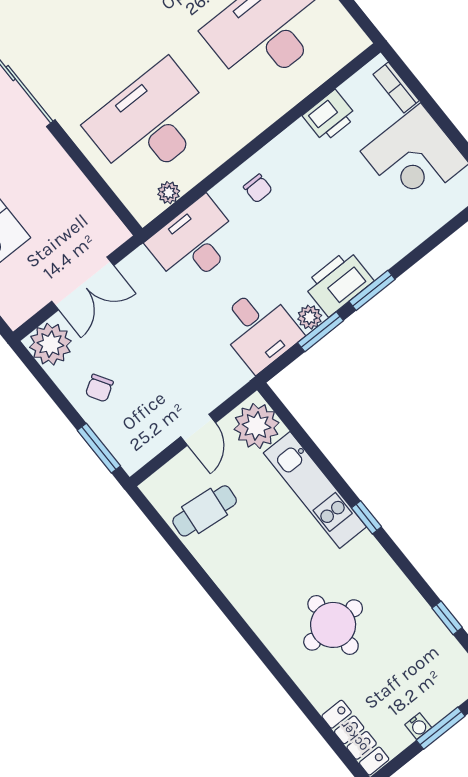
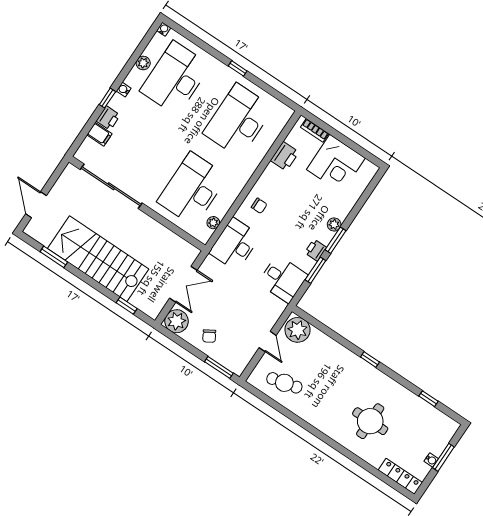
printer: (338, 283) -> (316, 250), width x0.53, depth x0.68
plant: (310, 317) -> (334, 224), moved
kitchen unit: (315, 490) -> (339, 354), removed
cafe table: (205, 511) -> (284, 383), turned 70

